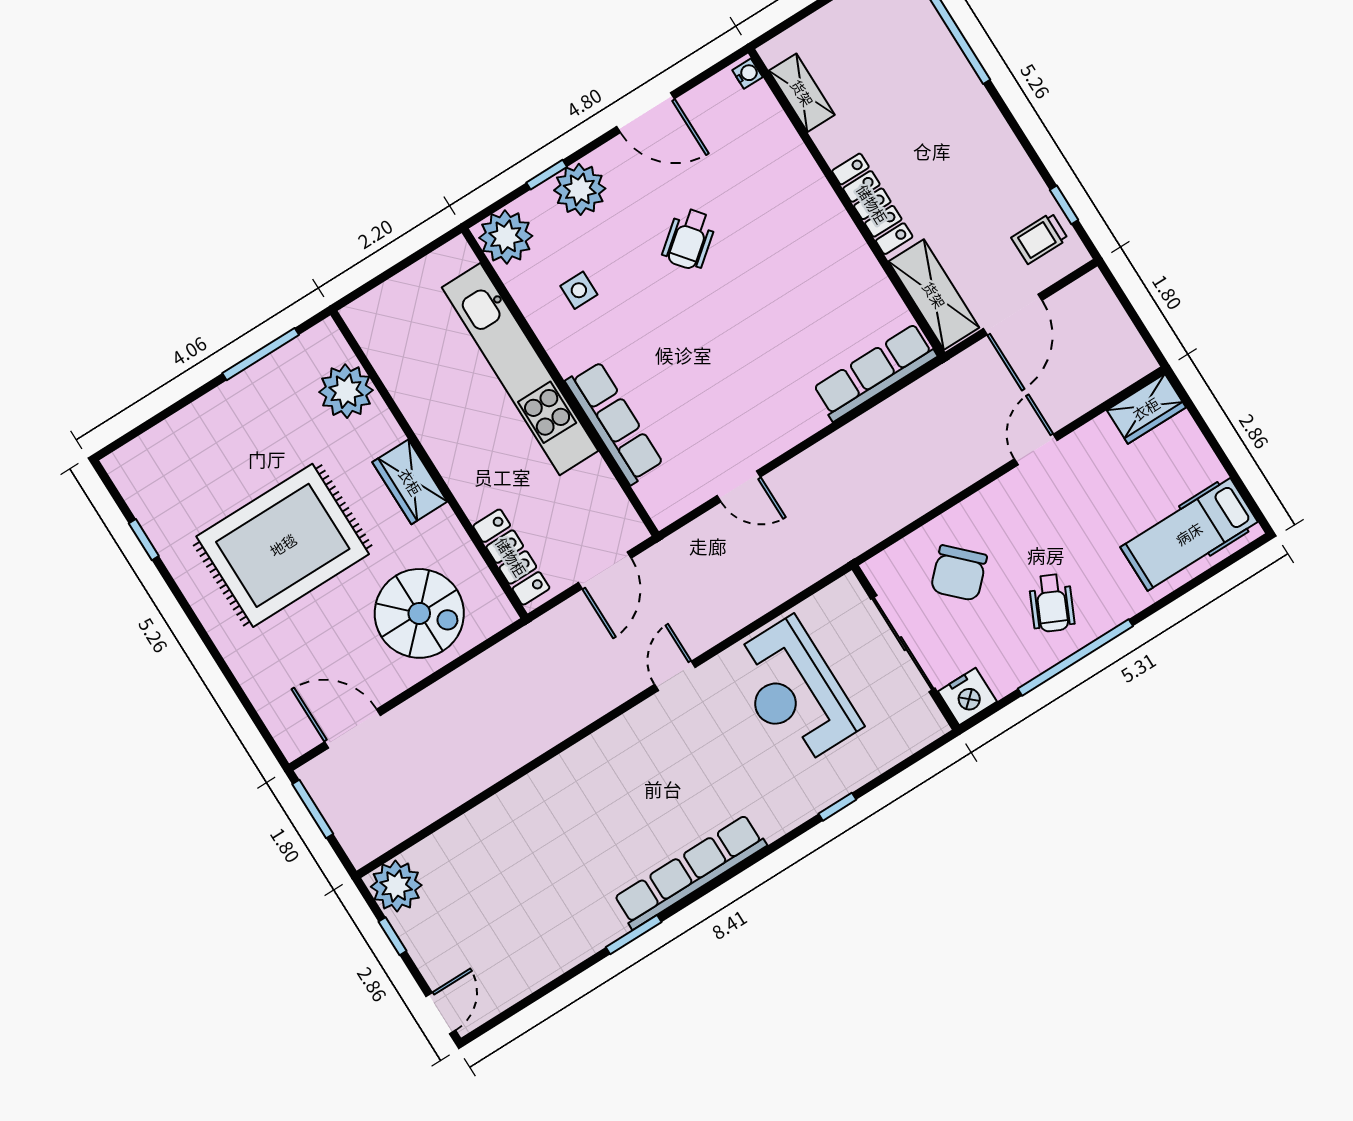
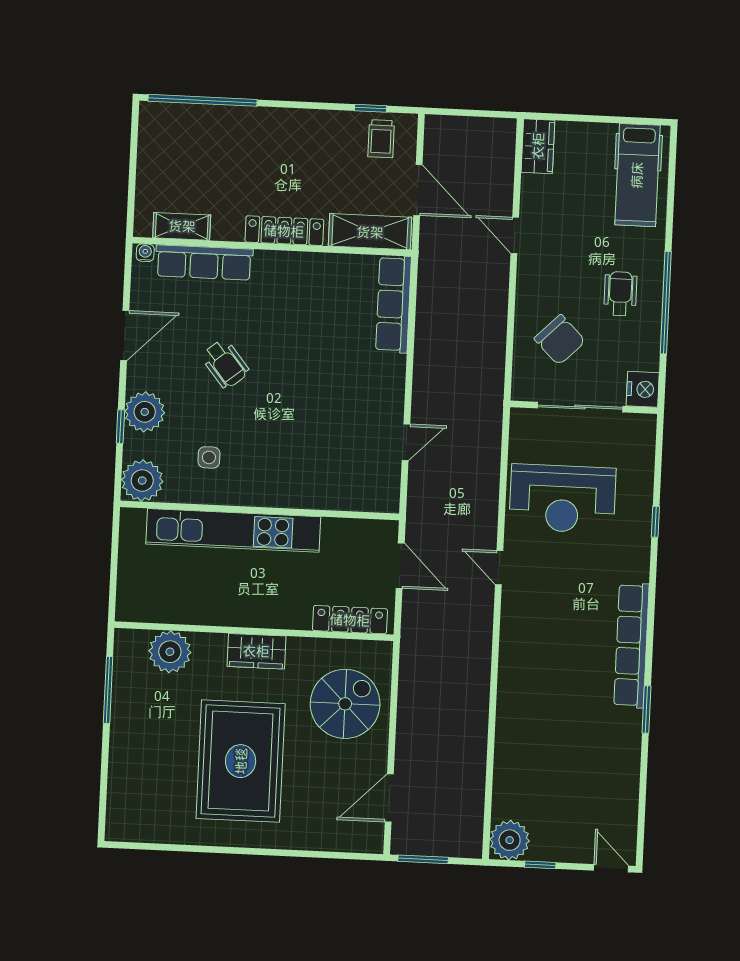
row of seats: (614, 423) -> (204, 262), moved, turned 180
window: (144, 540) -> (175, 848), removed
wheelchair: (1052, 603) -> (620, 294), turned -115

